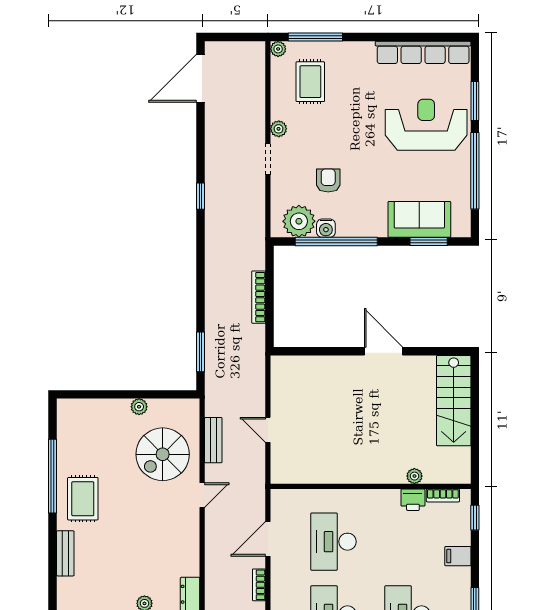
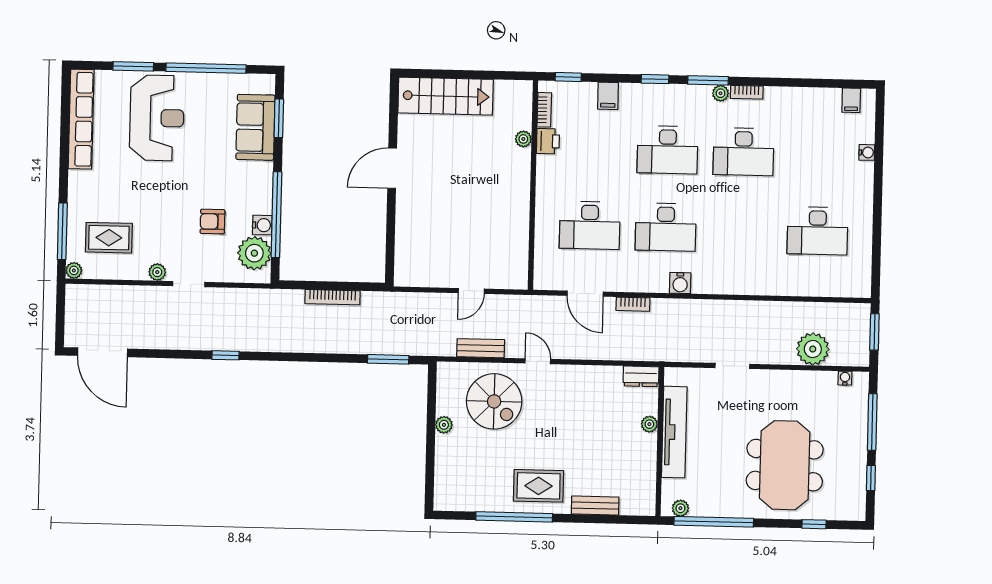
reception desk: (426, 125) -> (157, 118), turned 180

